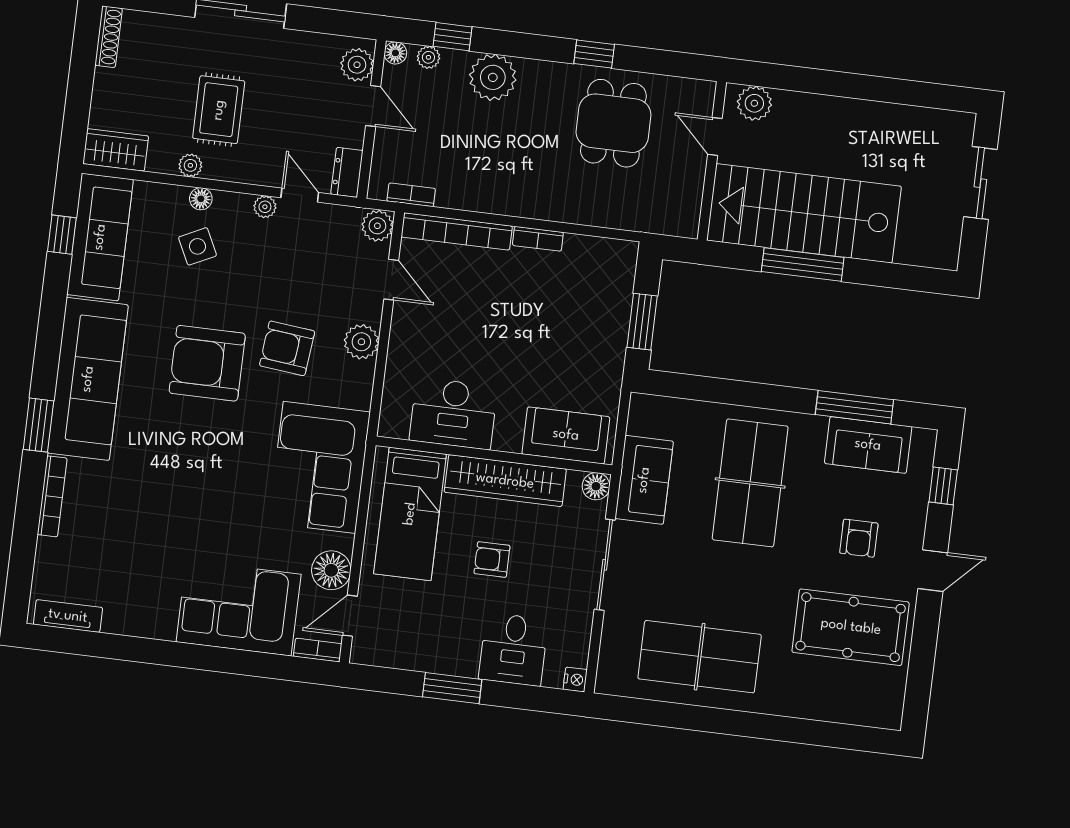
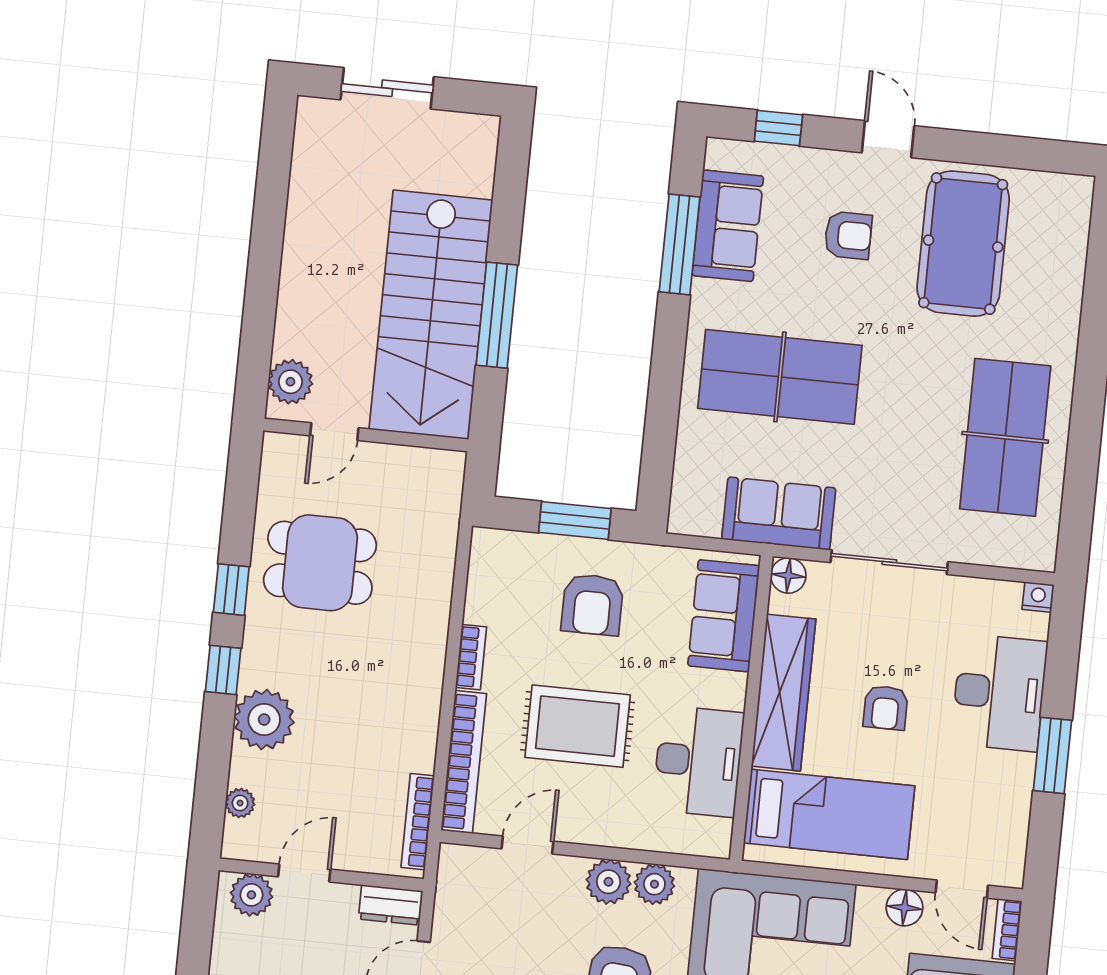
window: (453, 37) -> (223, 670), moved
floor lamp: (395, 53) -> (235, 846), removed
bookcase: (411, 195) -> (418, 822), width x1.56
plant: (377, 226) -> (654, 884), moved
rug: (483, 320) -> (578, 726), added
armchair: (577, 334) -> (592, 605), added
floor lamp: (331, 570) -> (904, 908), width x0.73, depth x0.73
desk: (513, 649) -> (999, 693), width x1.37

